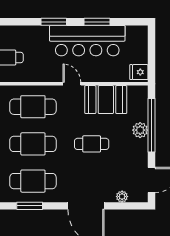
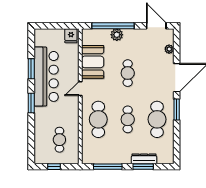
cafe table: (33, 144) -> (128, 119), width x0.73, depth x0.74
window: (30, 206) -> (177, 109), moved

